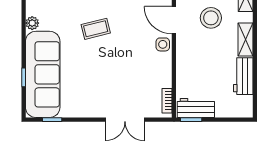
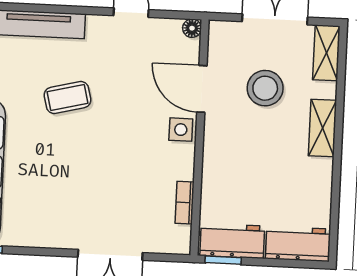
workbench: (243, 76) -> (298, 244), moved, turned 90
bookcase: (167, 101) -> (185, 203), moved

